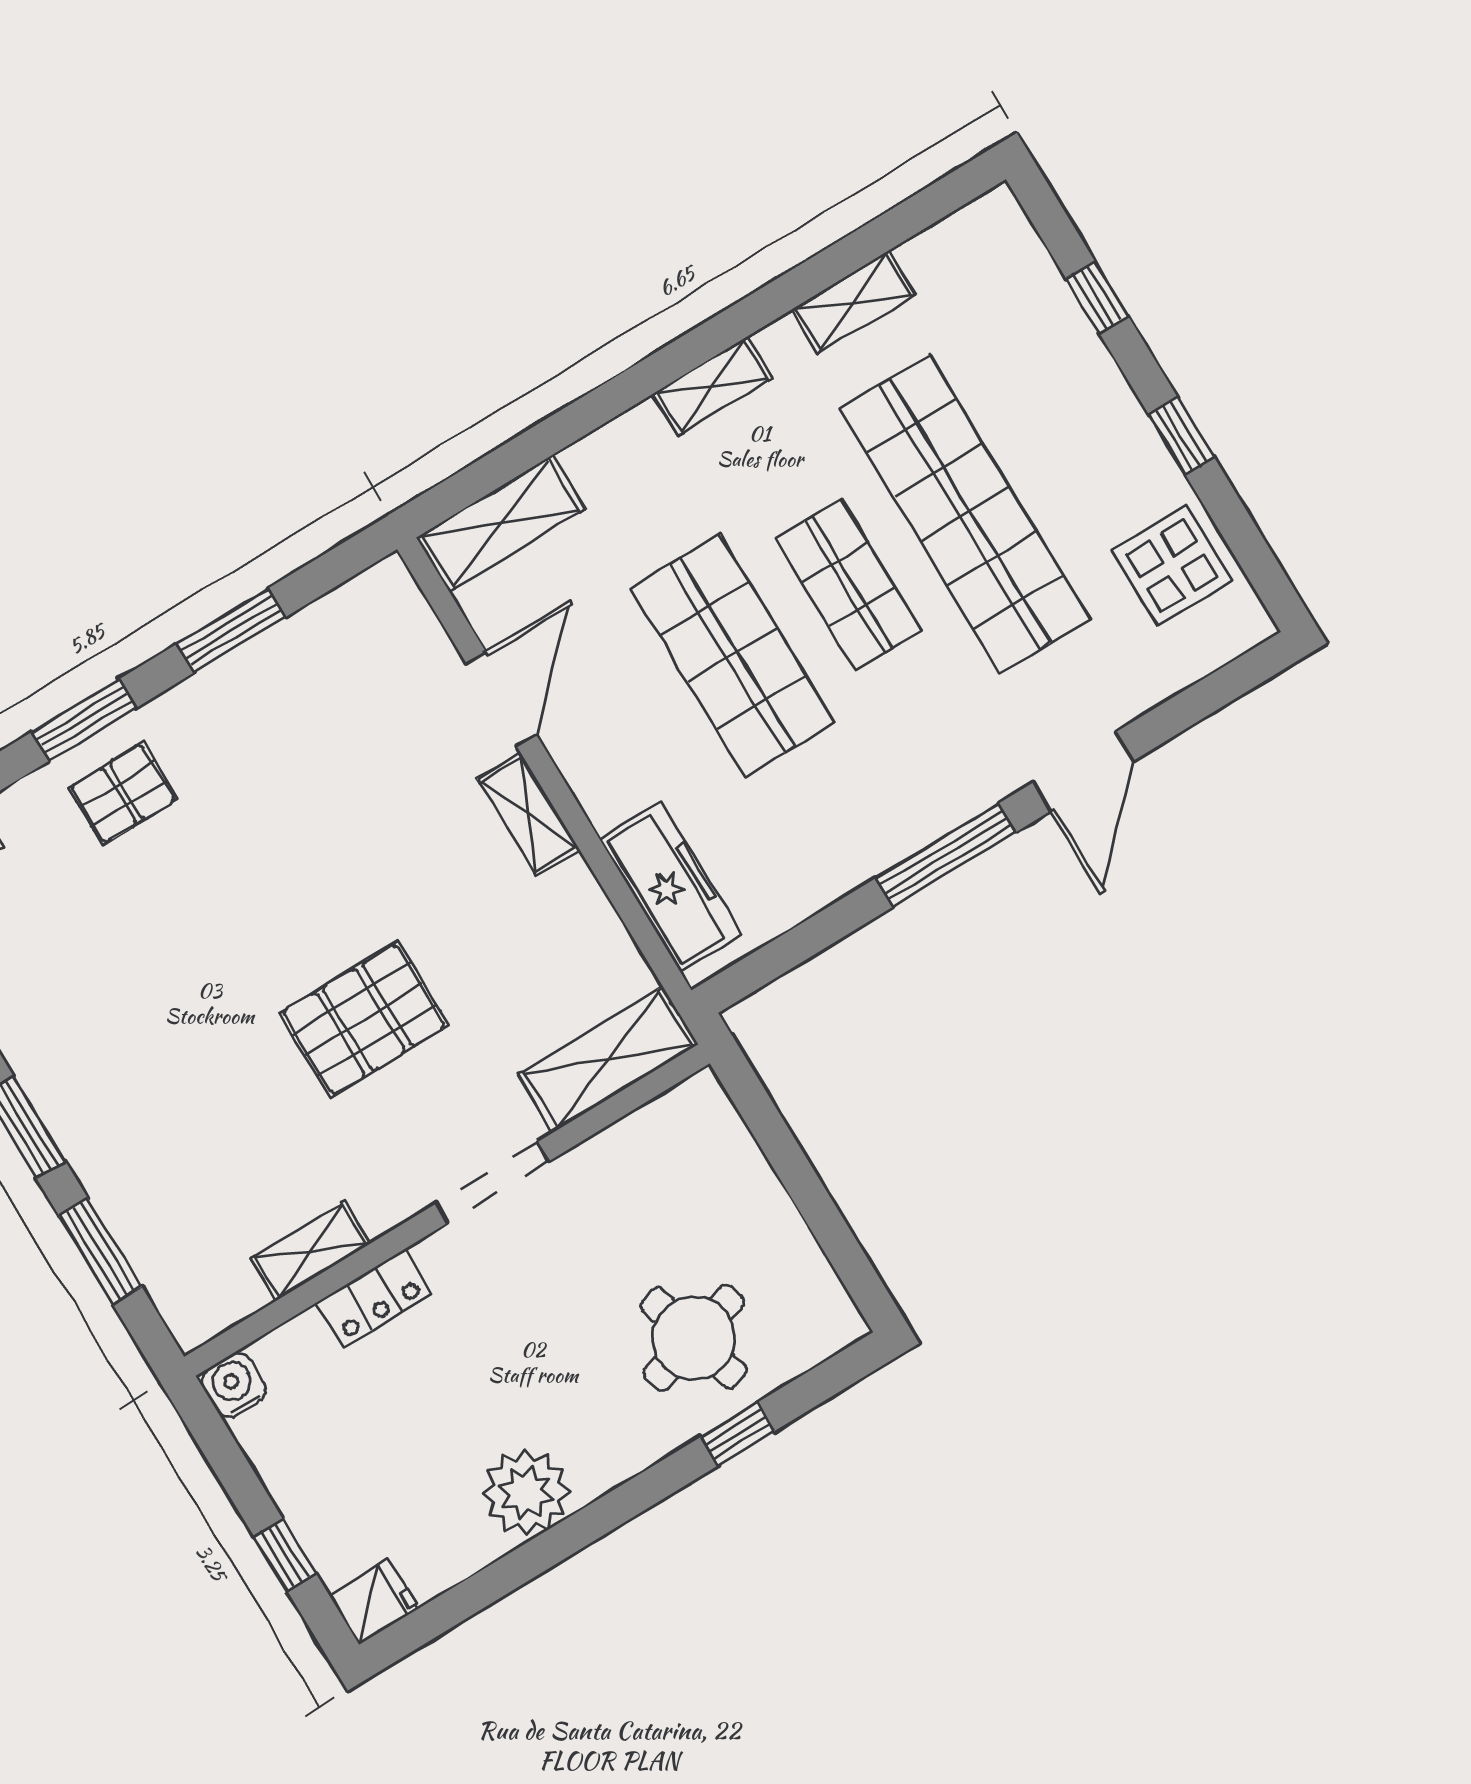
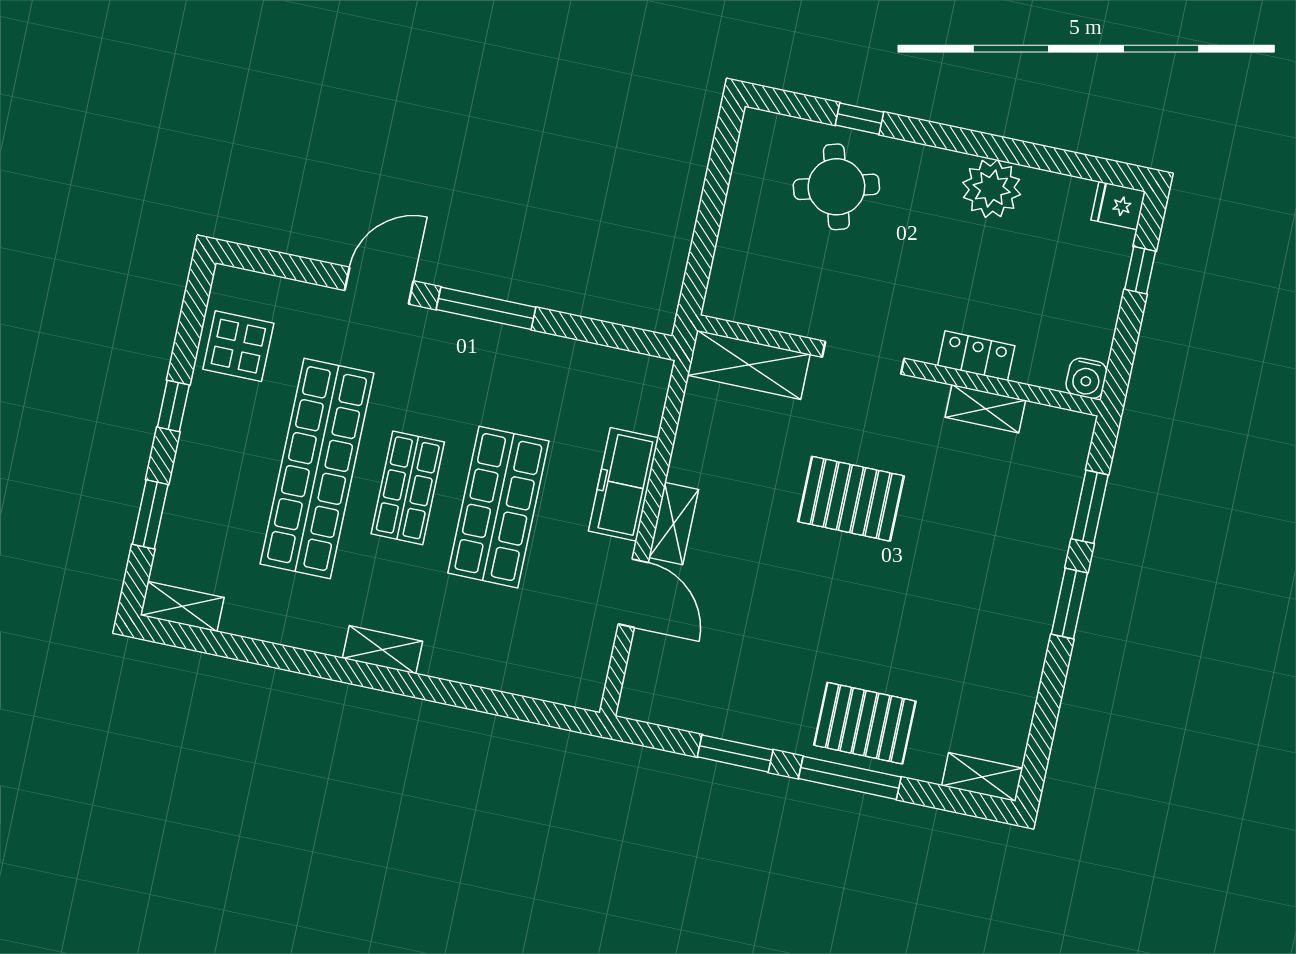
window: (1097, 297) -> (150, 514), width x1.50
shelving: (853, 302) -> (182, 606), moved
shelving: (501, 523) -> (551, 681), removed
door: (501, 699) -> (633, 593), swing flipped
window: (84, 720) -> (850, 778), width x1.44
pallet: (123, 794) -> (865, 723), width x1.50, depth x1.42
freezer: (671, 887) -> (624, 484), moved

